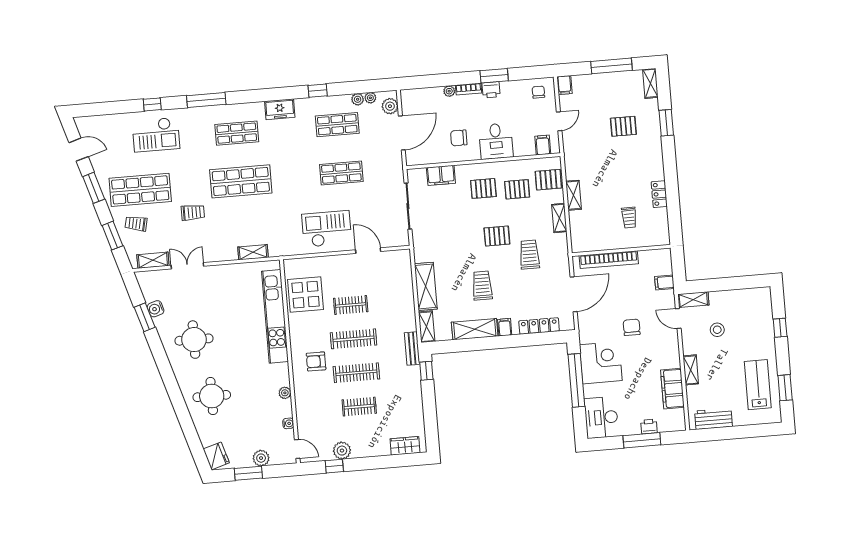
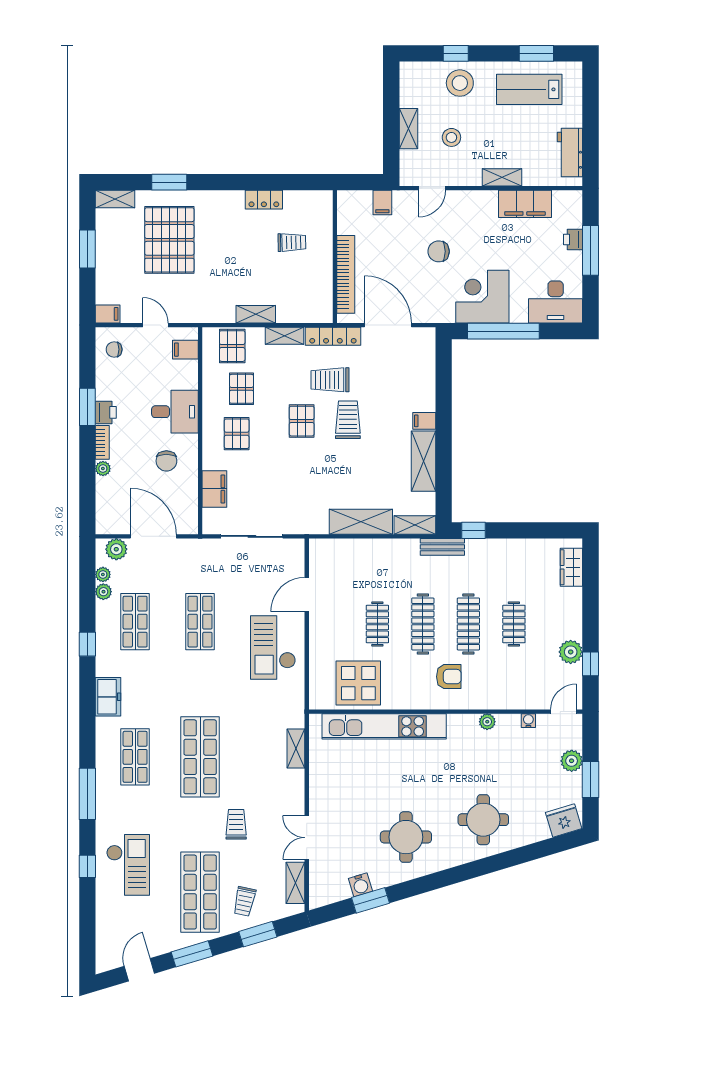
window: (611, 66) -> (87, 249), width x0.69
pallet: (623, 126) -> (169, 240), width x2.05, depth x2.00
trolley: (482, 286) -> (348, 420), moved, turned 90
shelving: (693, 300) -> (408, 129), moved
locker: (539, 326) -> (333, 336), moved, turned -90
stool: (758, 333) -> (460, 83), added
armchair: (316, 361) -> (449, 677), turned -90

